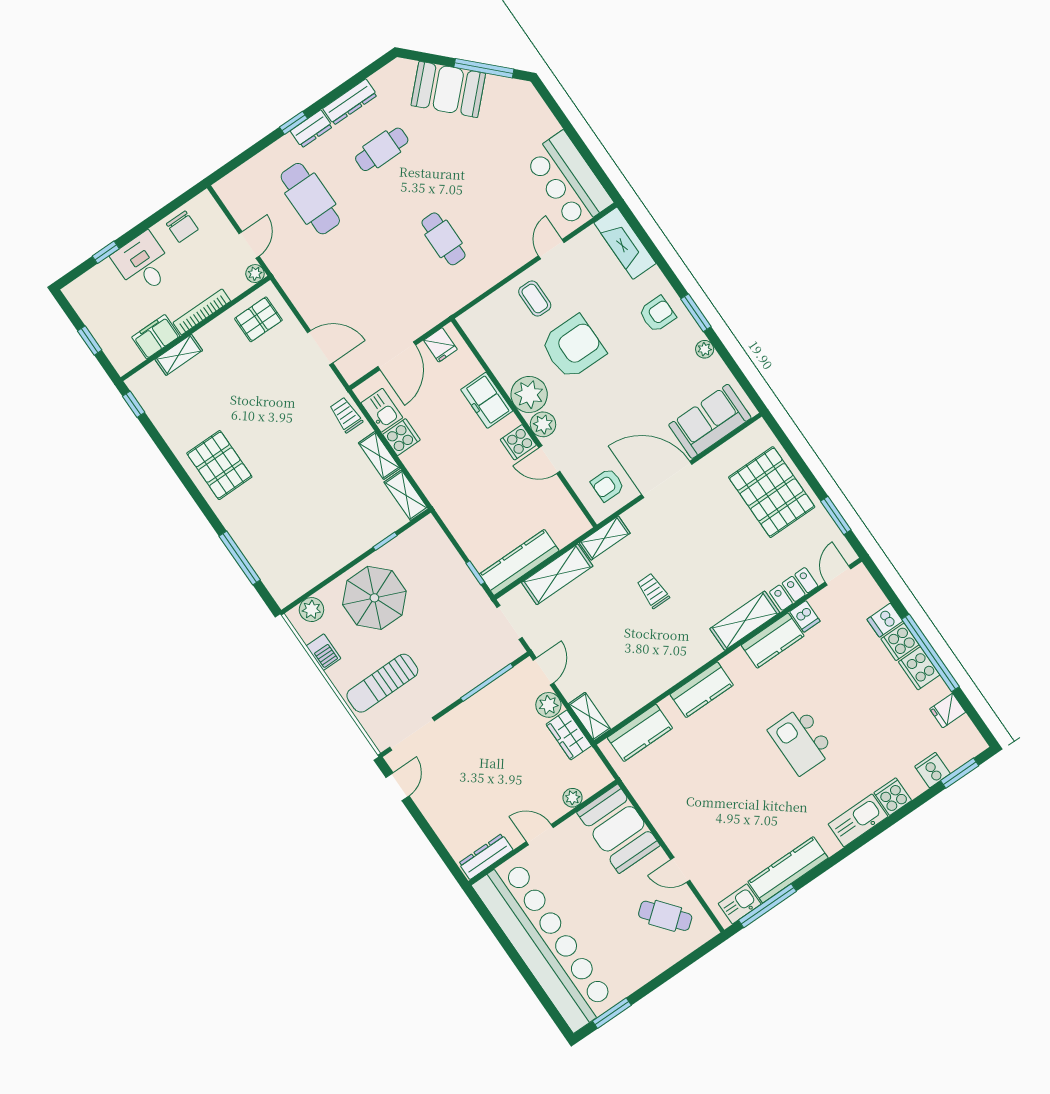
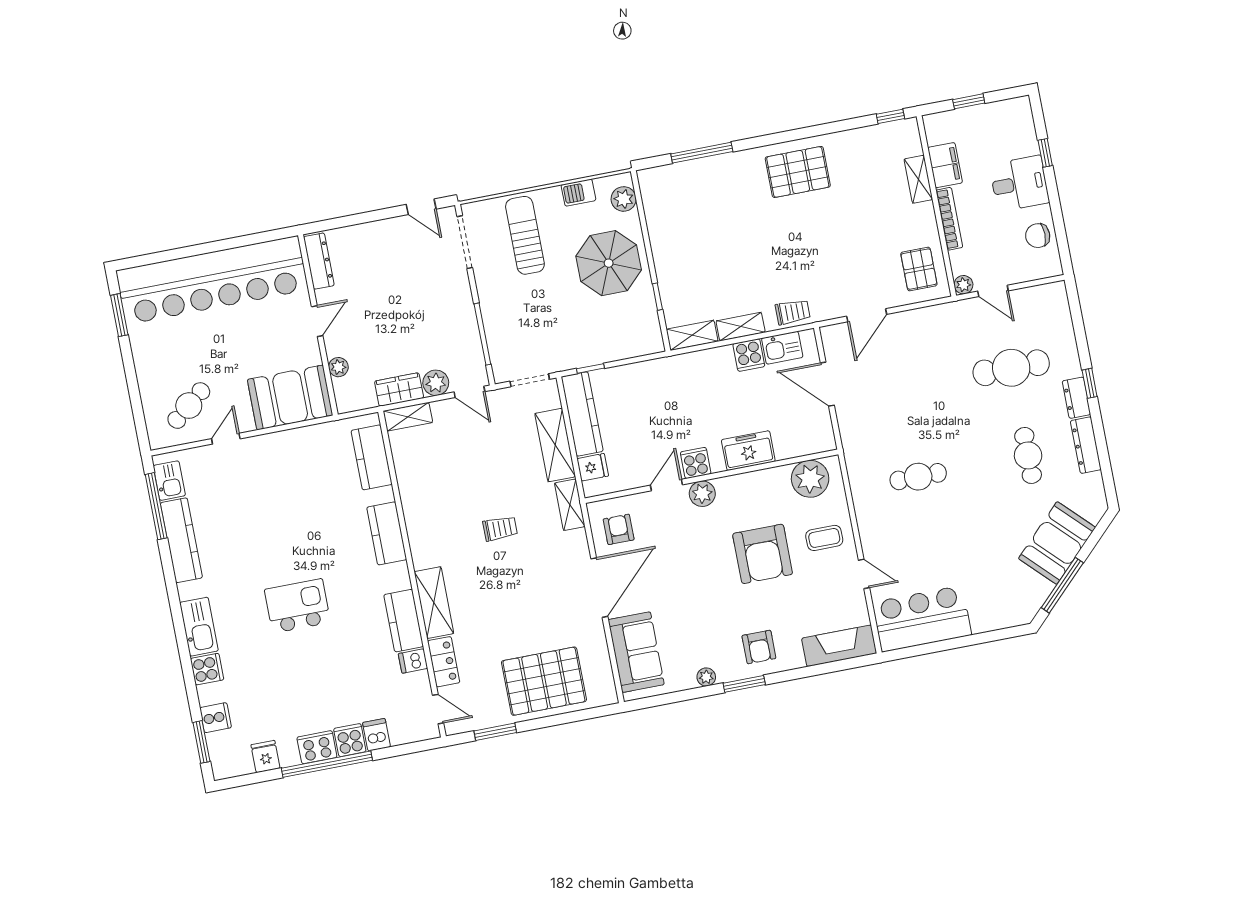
fridge: (440, 345) -> (593, 467), moved, turned 180
plant: (529, 394) -> (810, 479), moved

